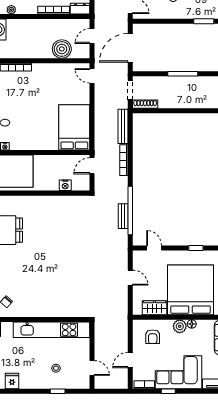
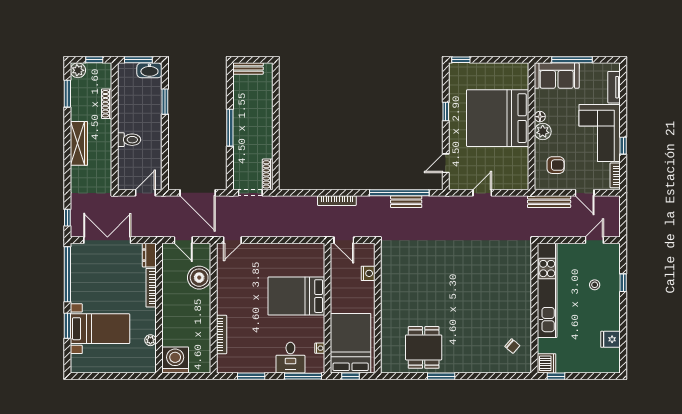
bench: (123, 126) -> (549, 202), moved
bed: (74, 127) -> (296, 296), moved
wardrobe: (154, 308) -> (520, 163), removed

